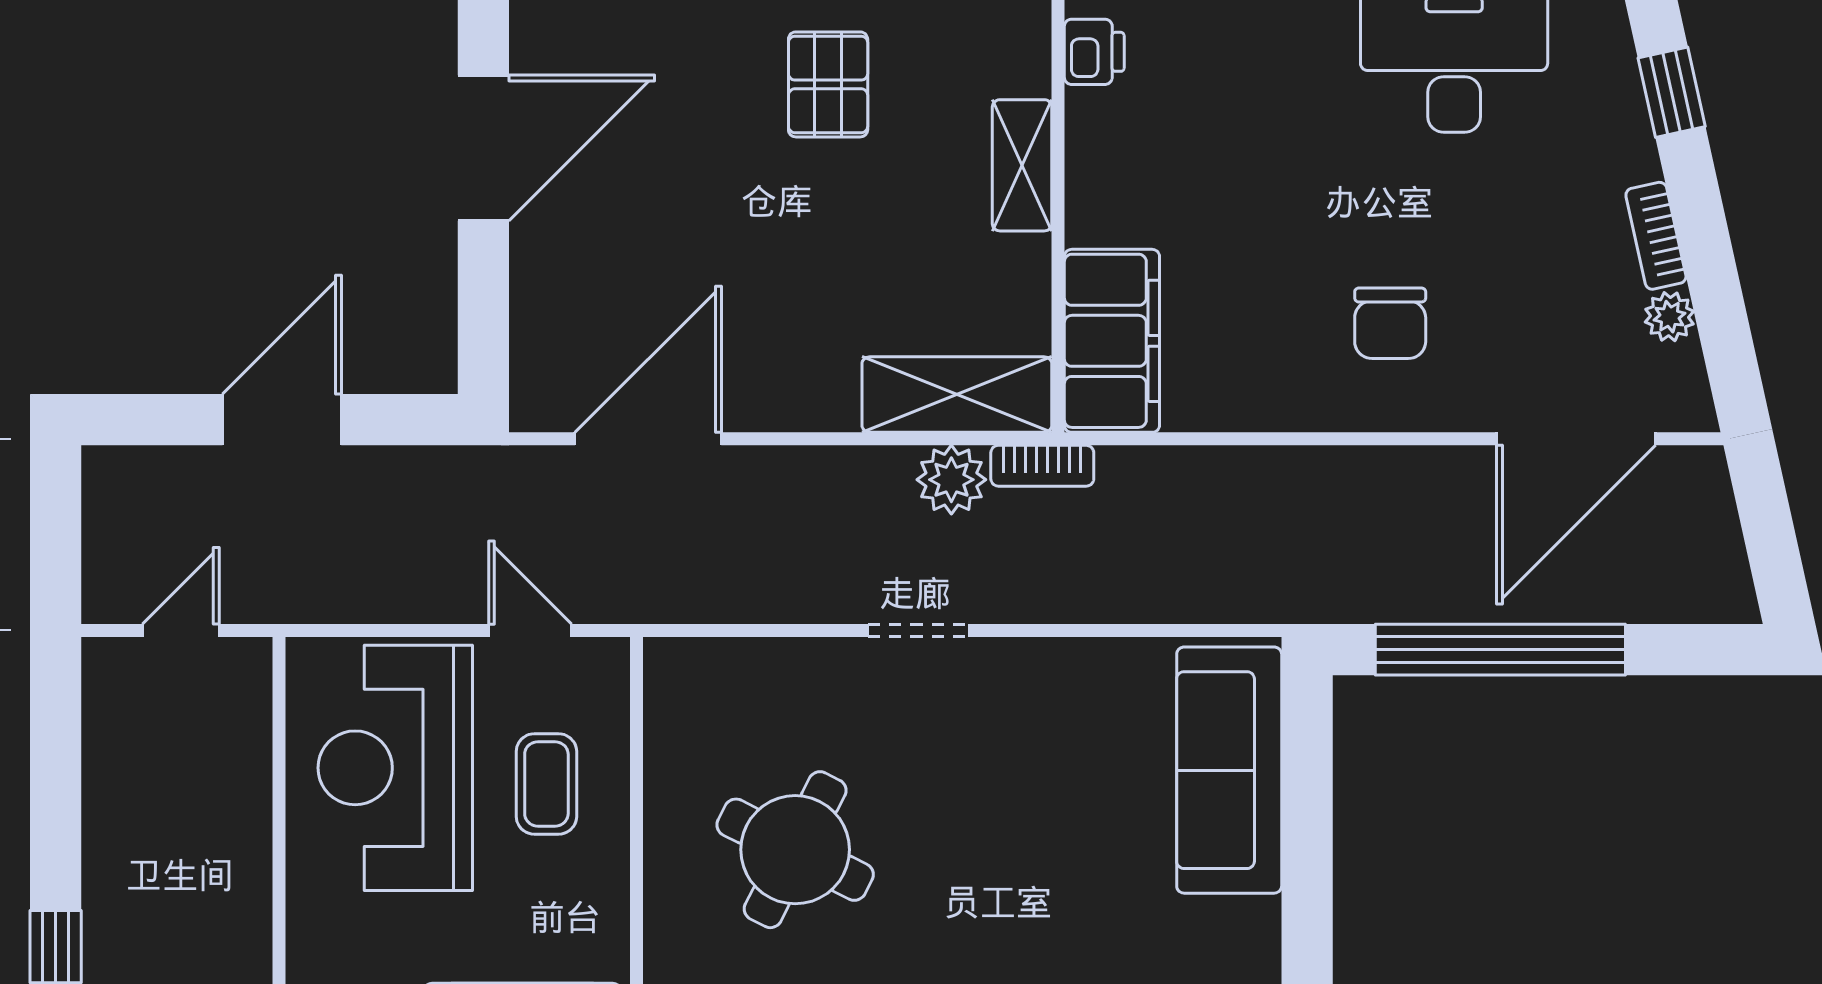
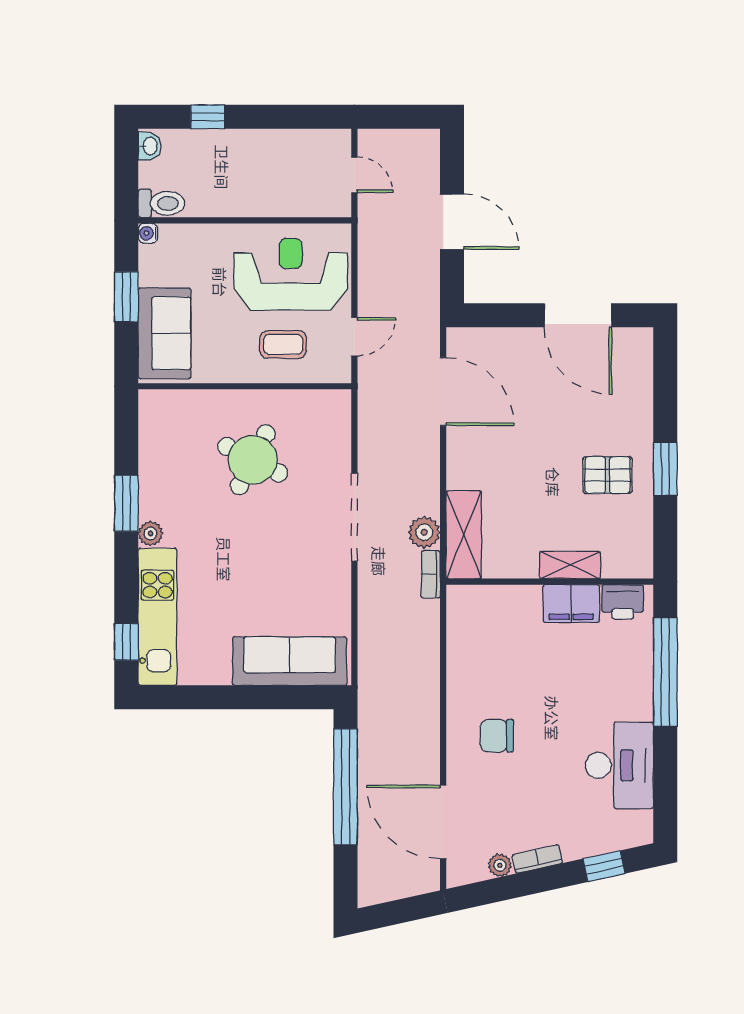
printer: (1094, 52) -> (623, 602), width x1.36, depth x1.24
filing cabinet: (1112, 341) -> (571, 604), moved, width x0.67, depth x0.86
doorway: (919, 630) -> (354, 517), width x1.88

